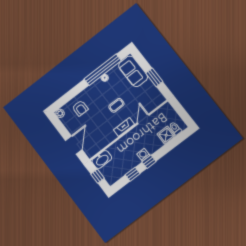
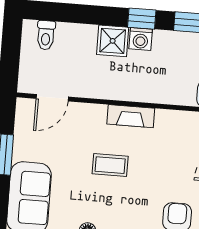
door: (143, 119) -> (52, 98), moved
shower: (166, 135) -> (113, 41), moved

